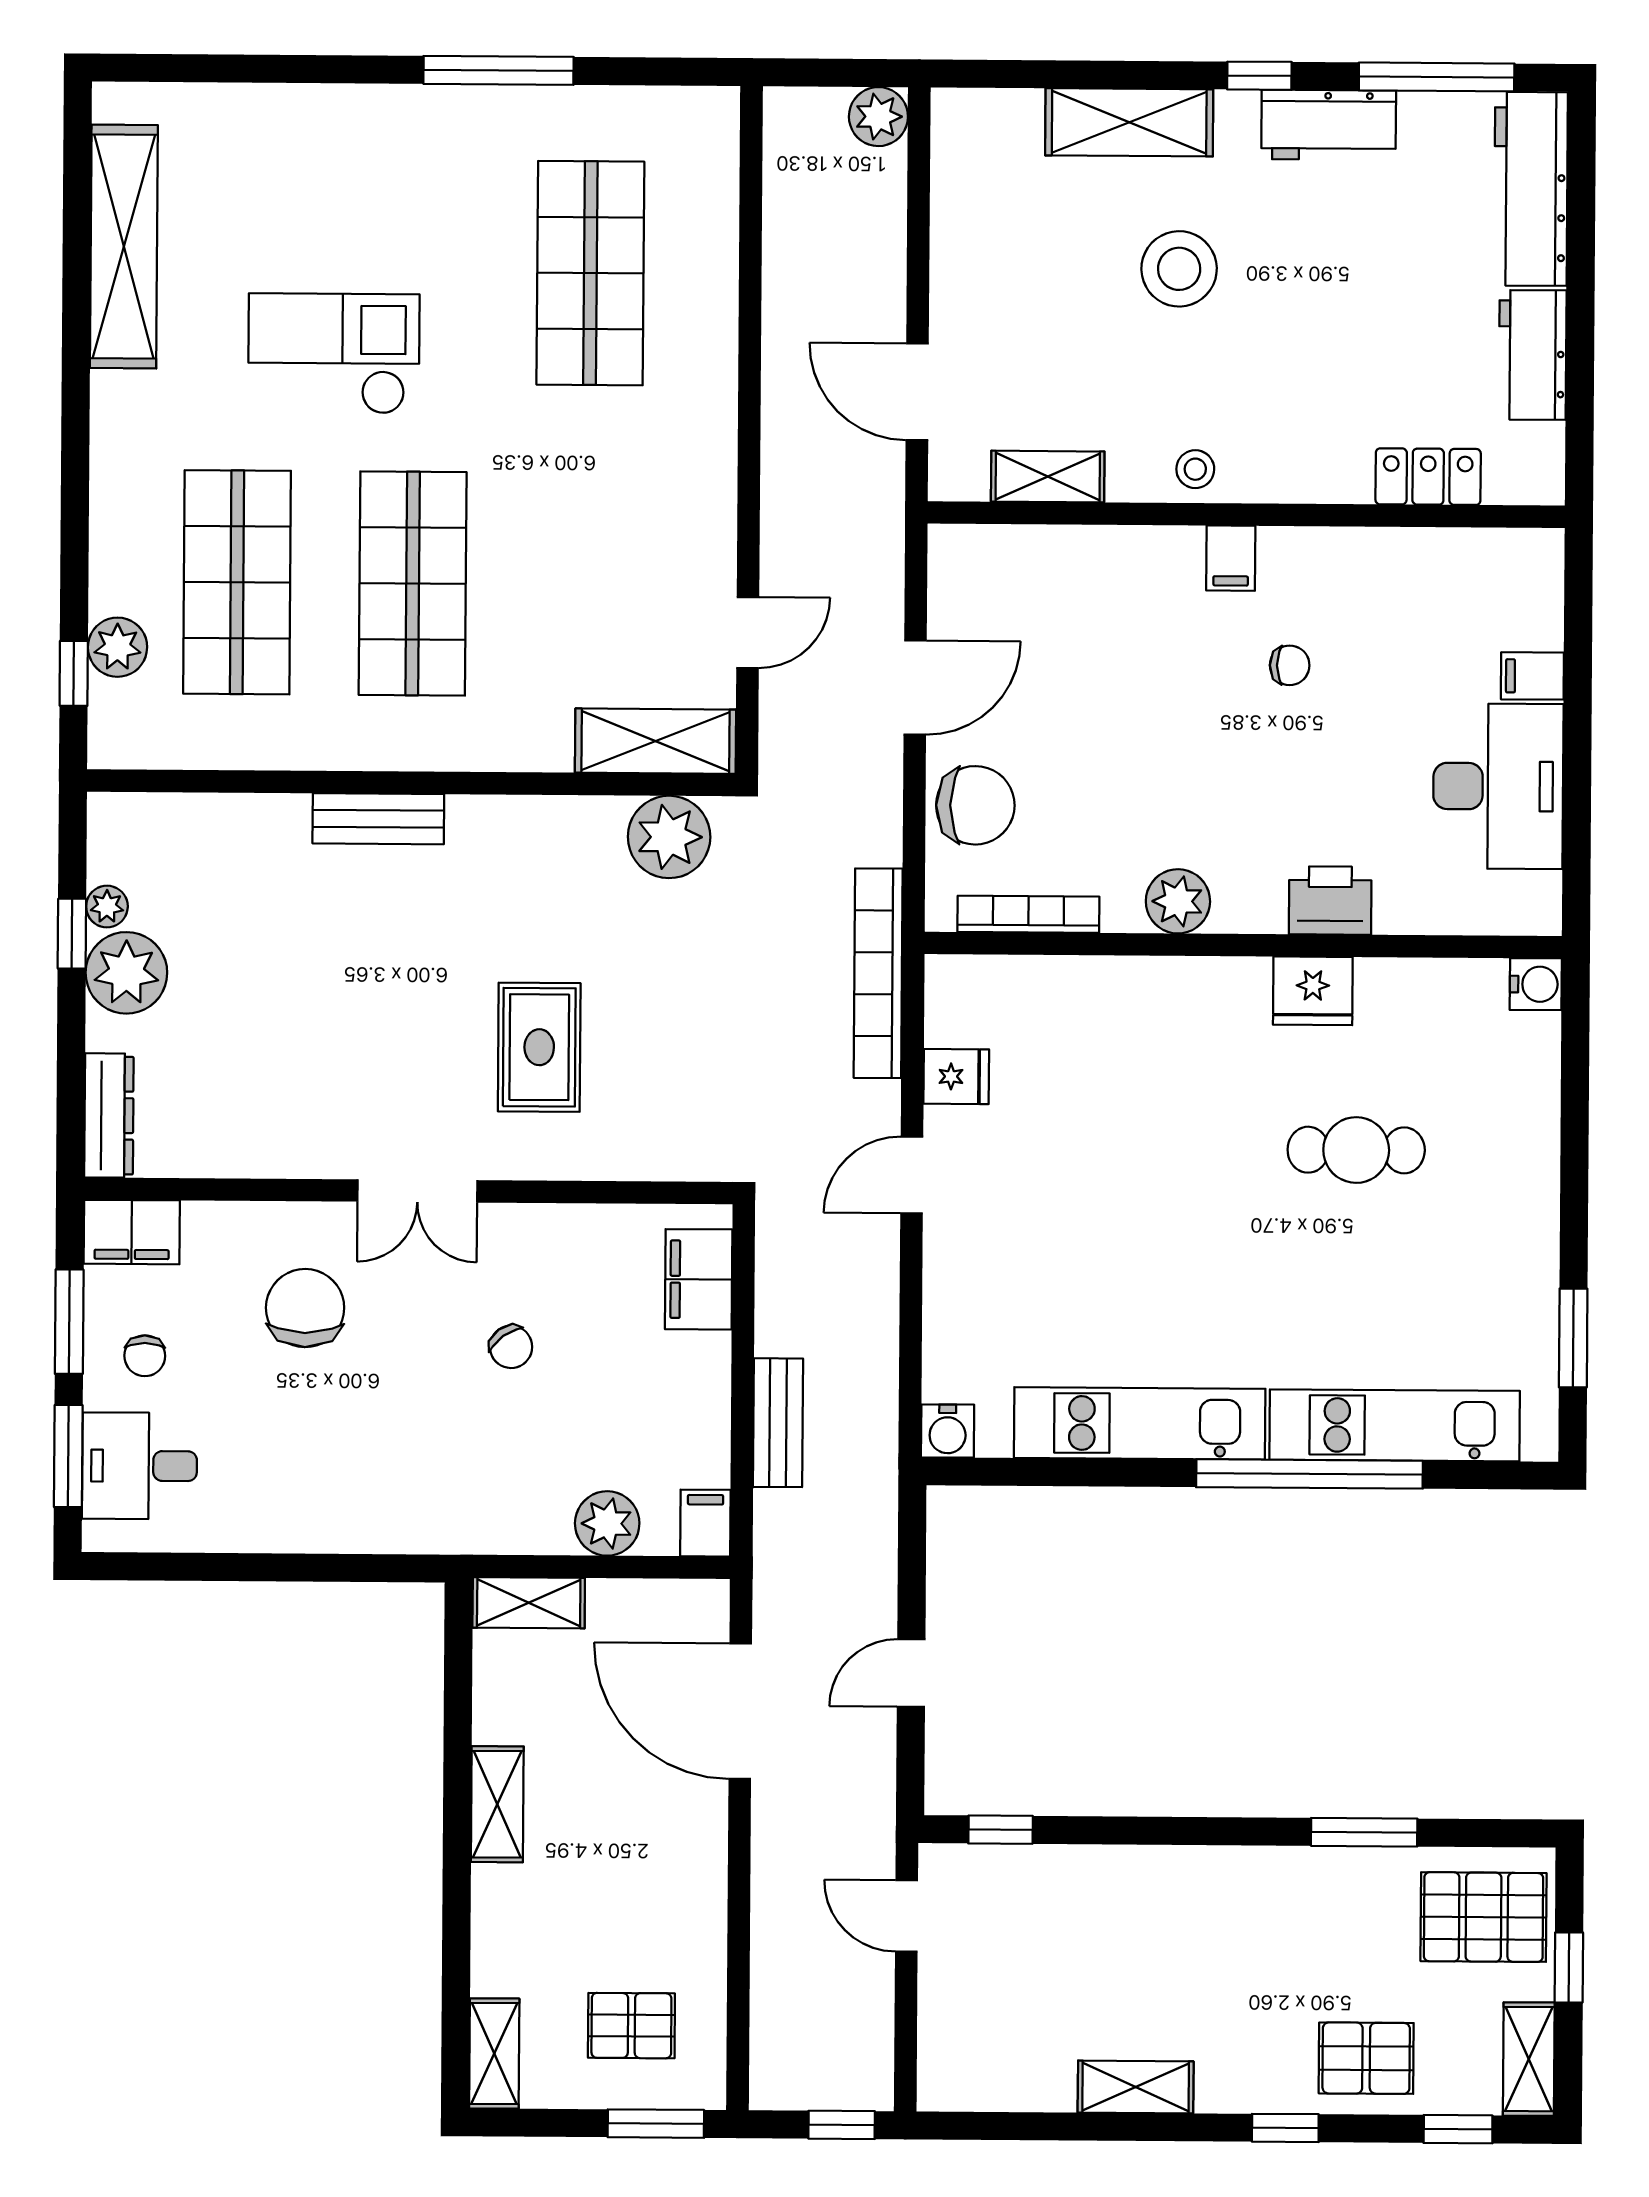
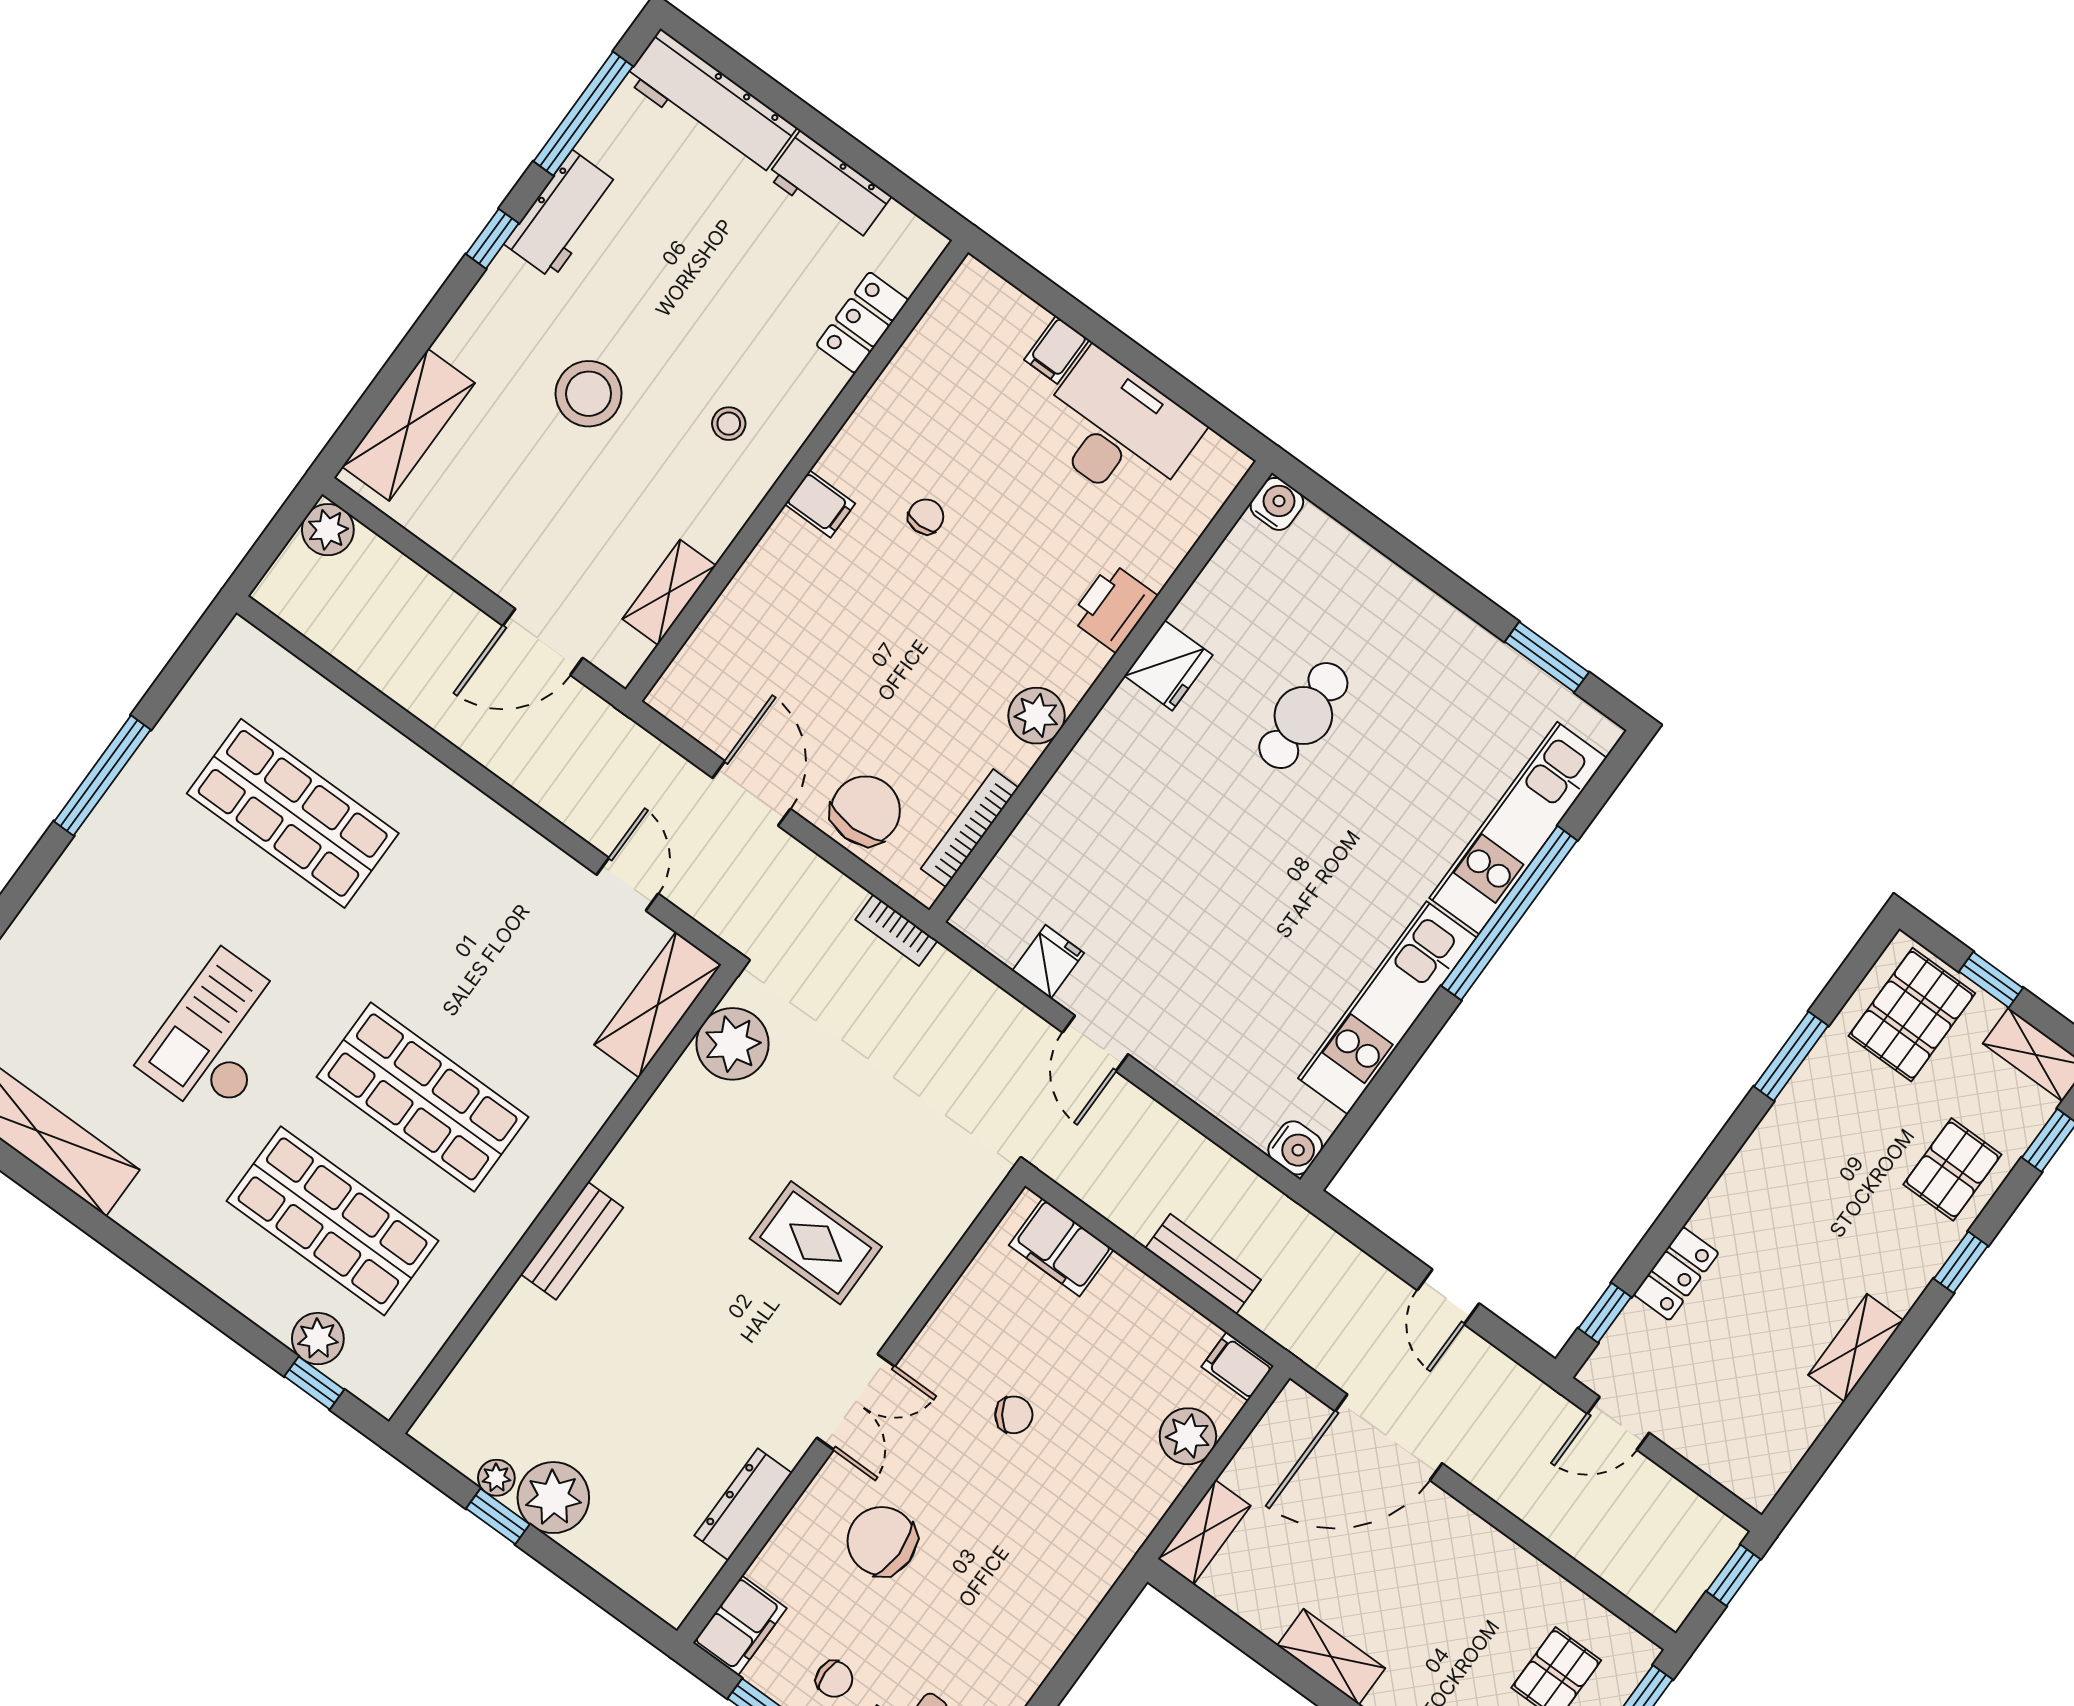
shelving: (1129, 122) -> (408, 425), moved
stool: (1195, 469) -> (729, 424), moved
bookcase: (878, 973) -> (896, 930), width x0.43, depth x0.76
dresser: (109, 1115) -> (743, 1504), moved, turned -90
locker: (1085, 1870) -> (1676, 1274), added

